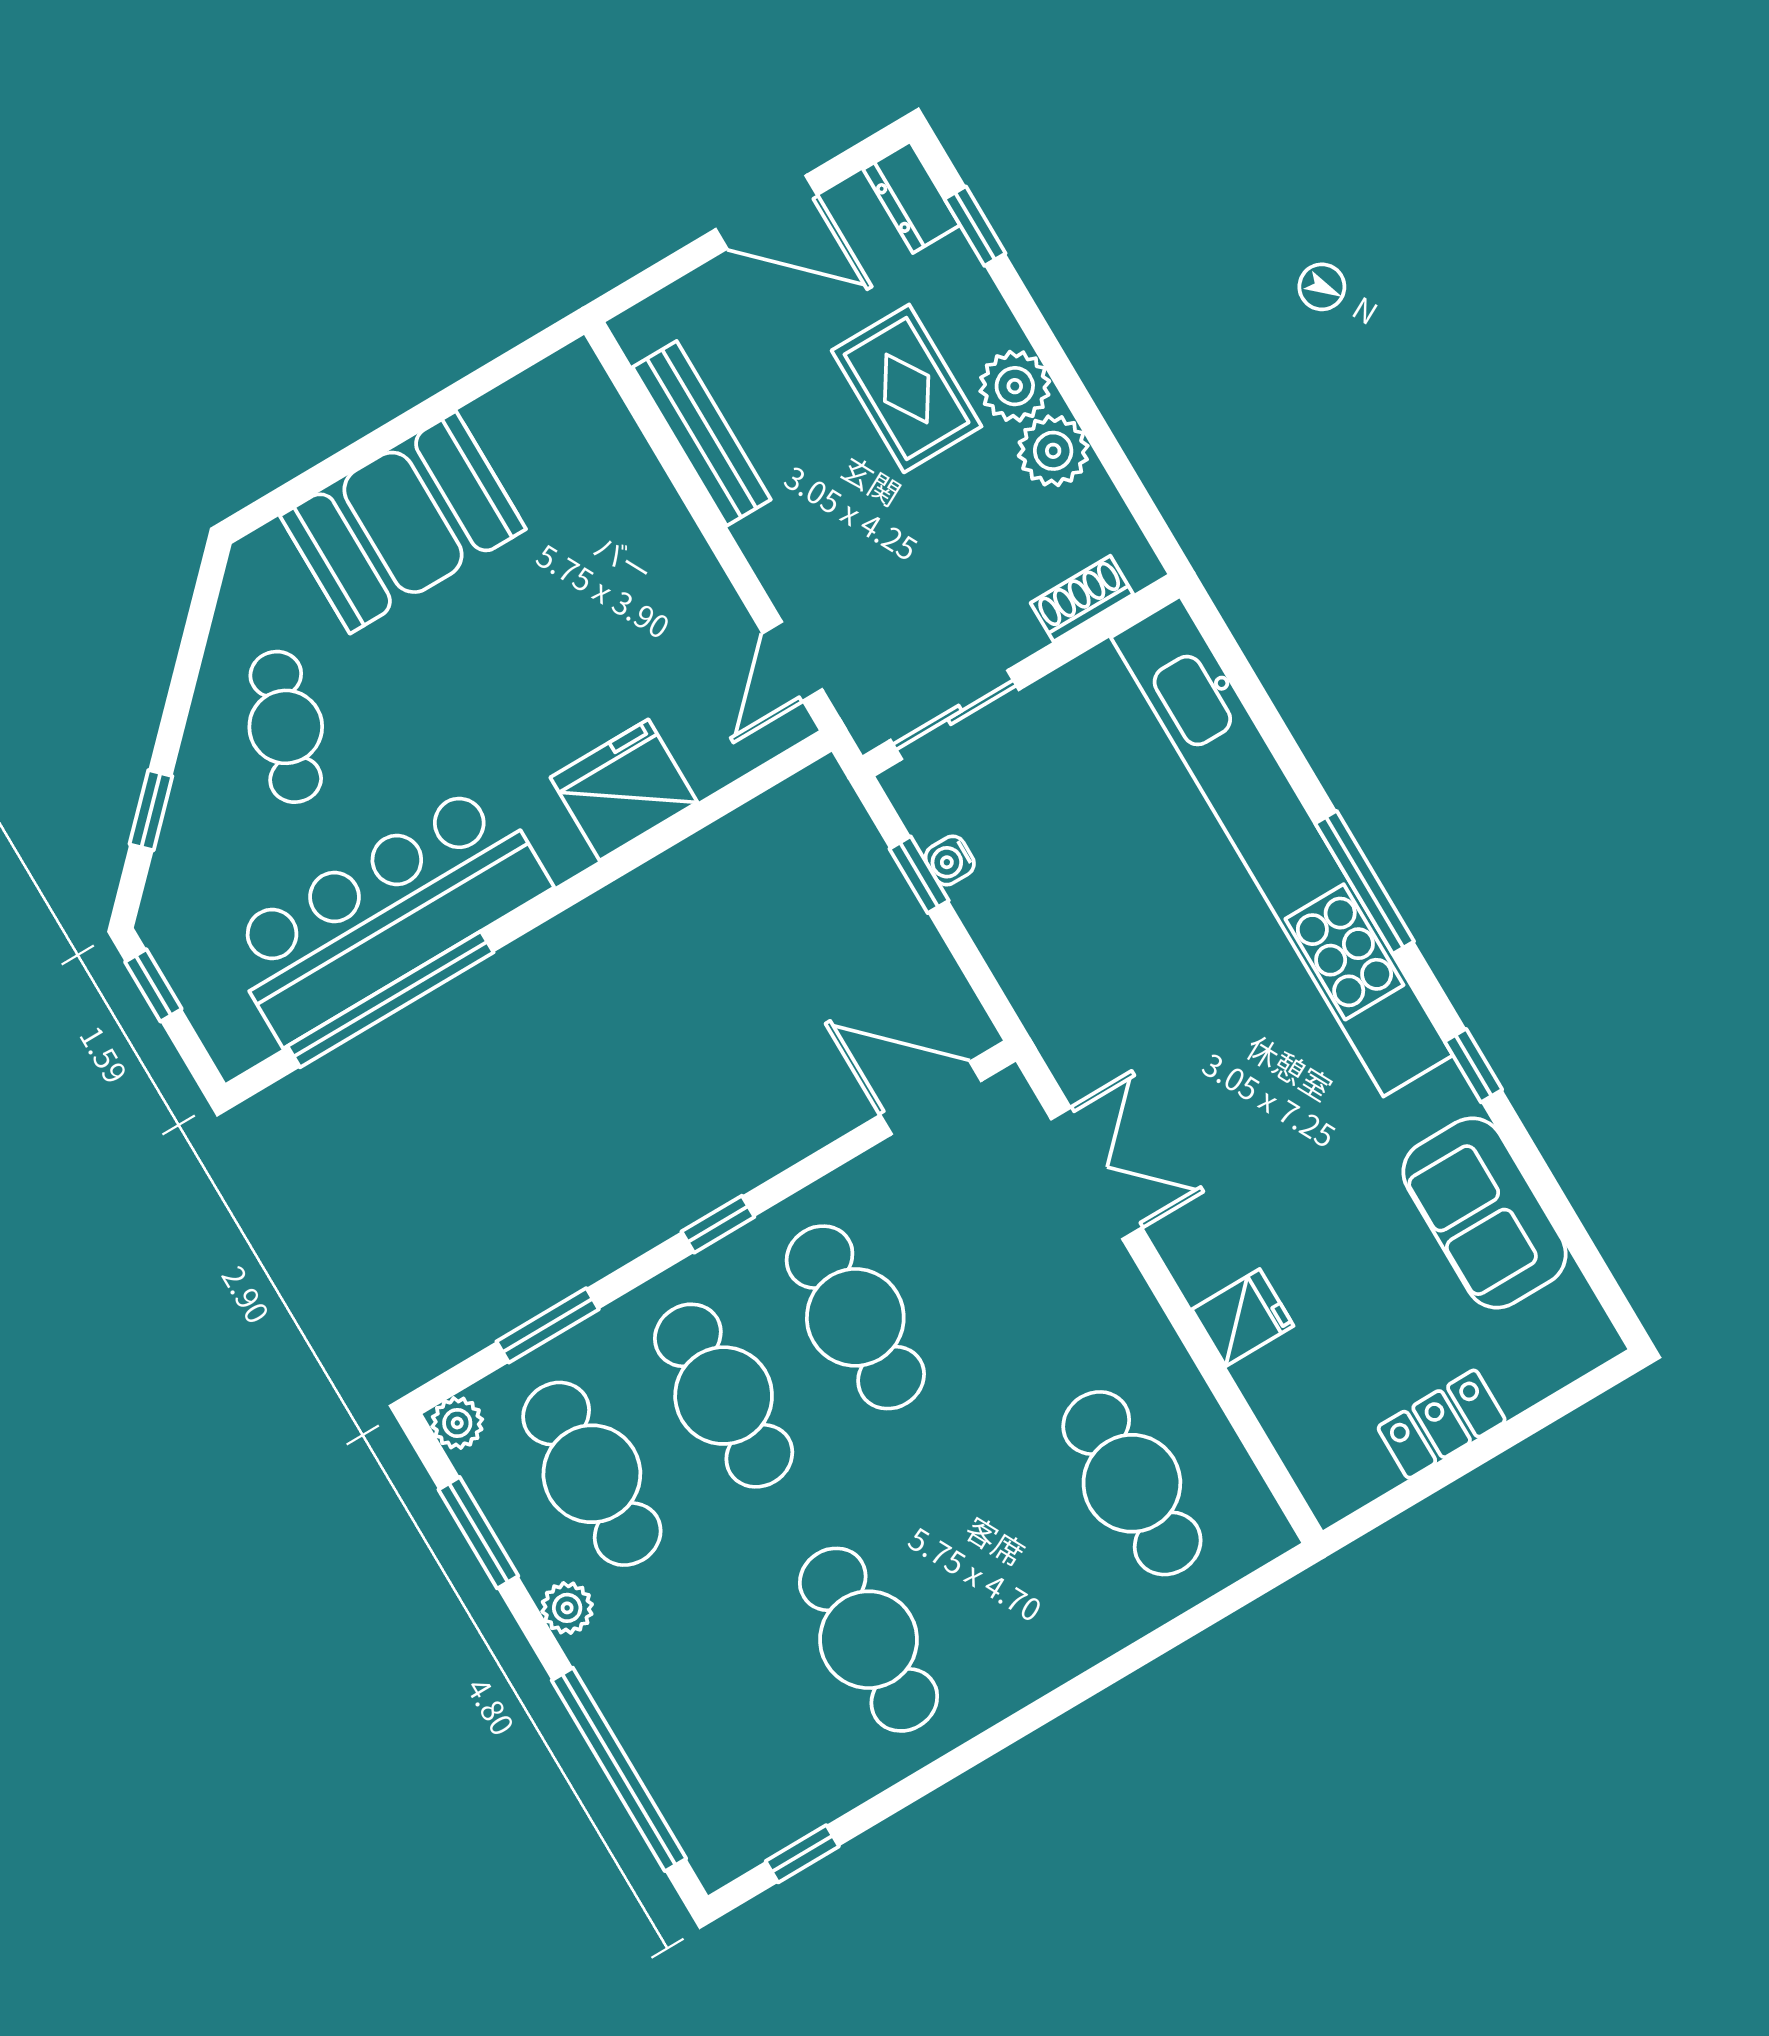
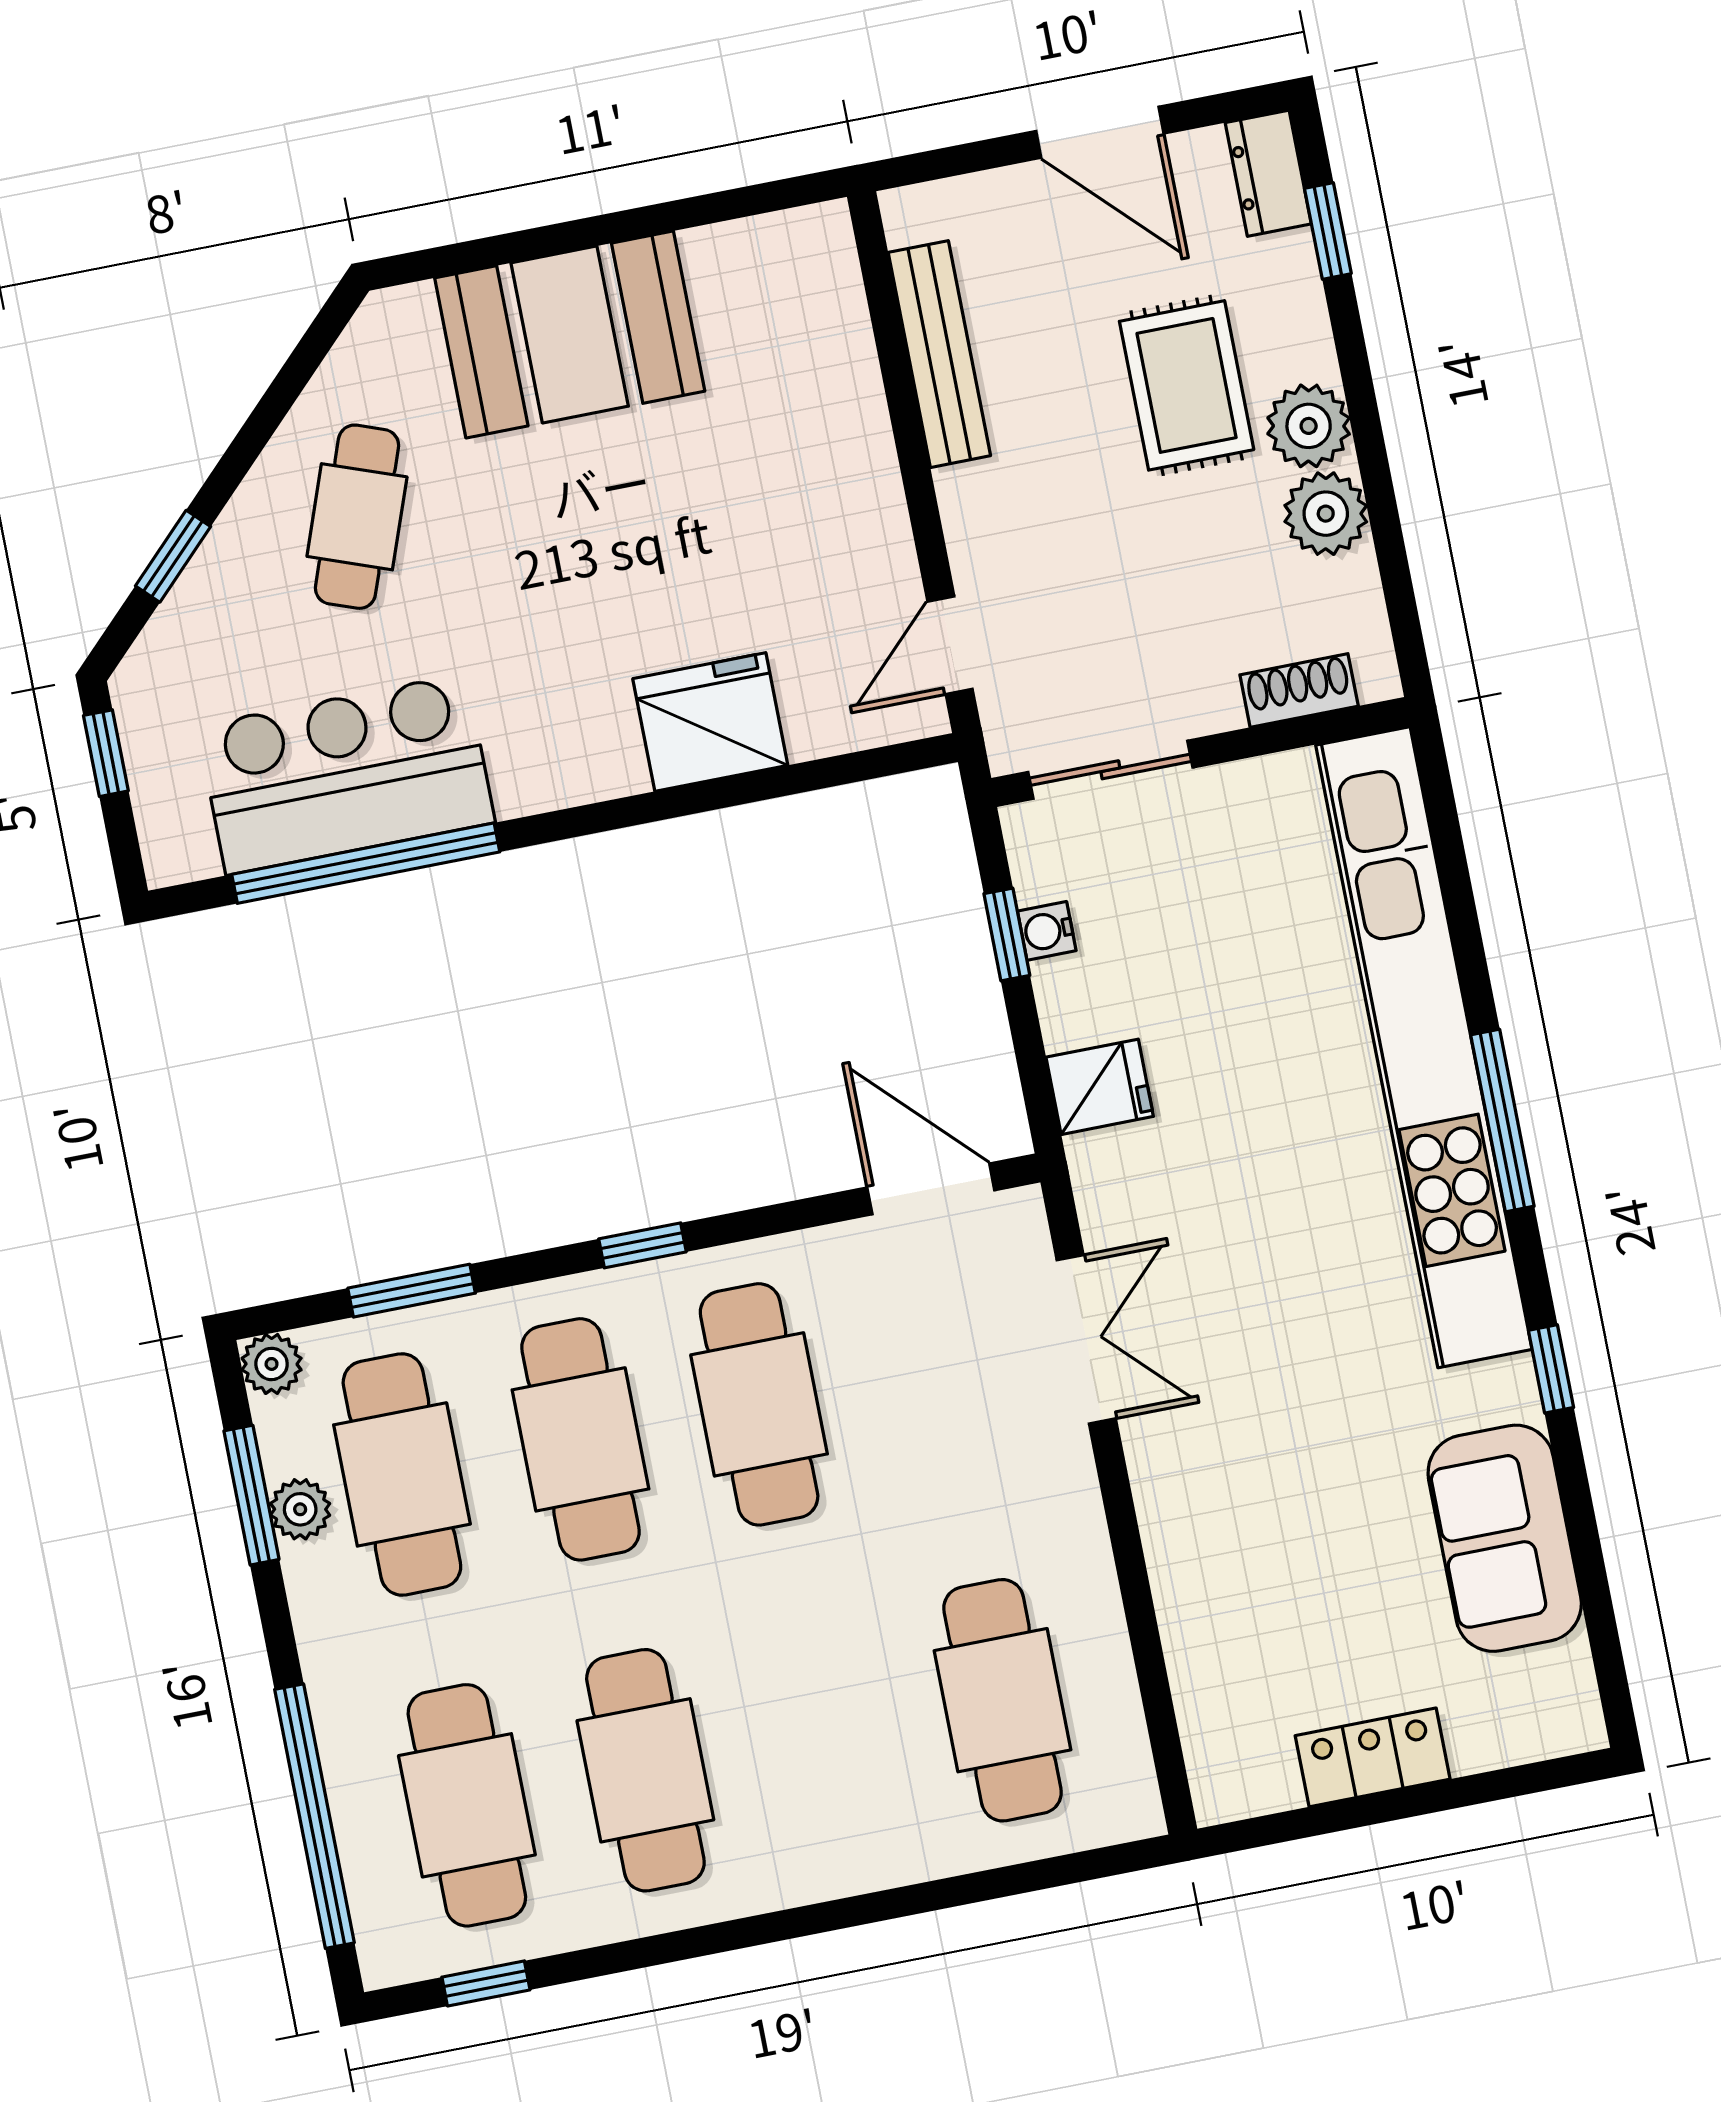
bar counter: (386, 913) -> (346, 774), width x0.73
fridge: (1243, 1318) -> (1100, 1087), moved
plant: (567, 1608) -> (300, 1509), moved
cafe table: (737, 1718) -> (467, 1805), added

